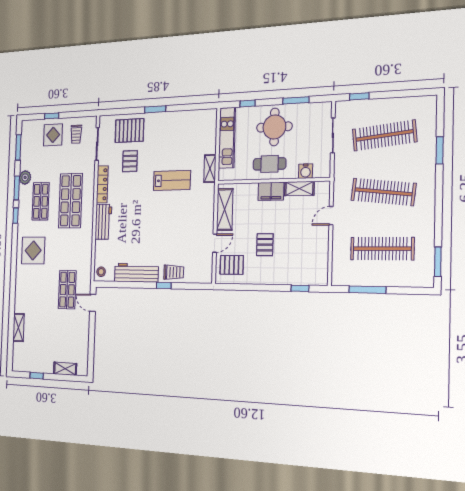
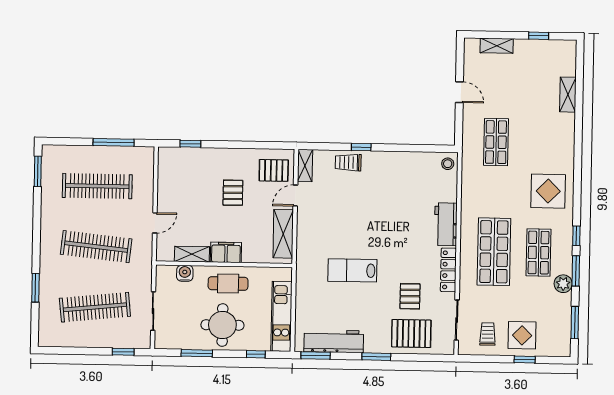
window: (201, 106) -> (316, 355), added
shelving: (210, 169) -> (305, 166), moved
workbench: (136, 273) -> (334, 341), moved, turned 180
door: (93, 303) -> (459, 92), moved

